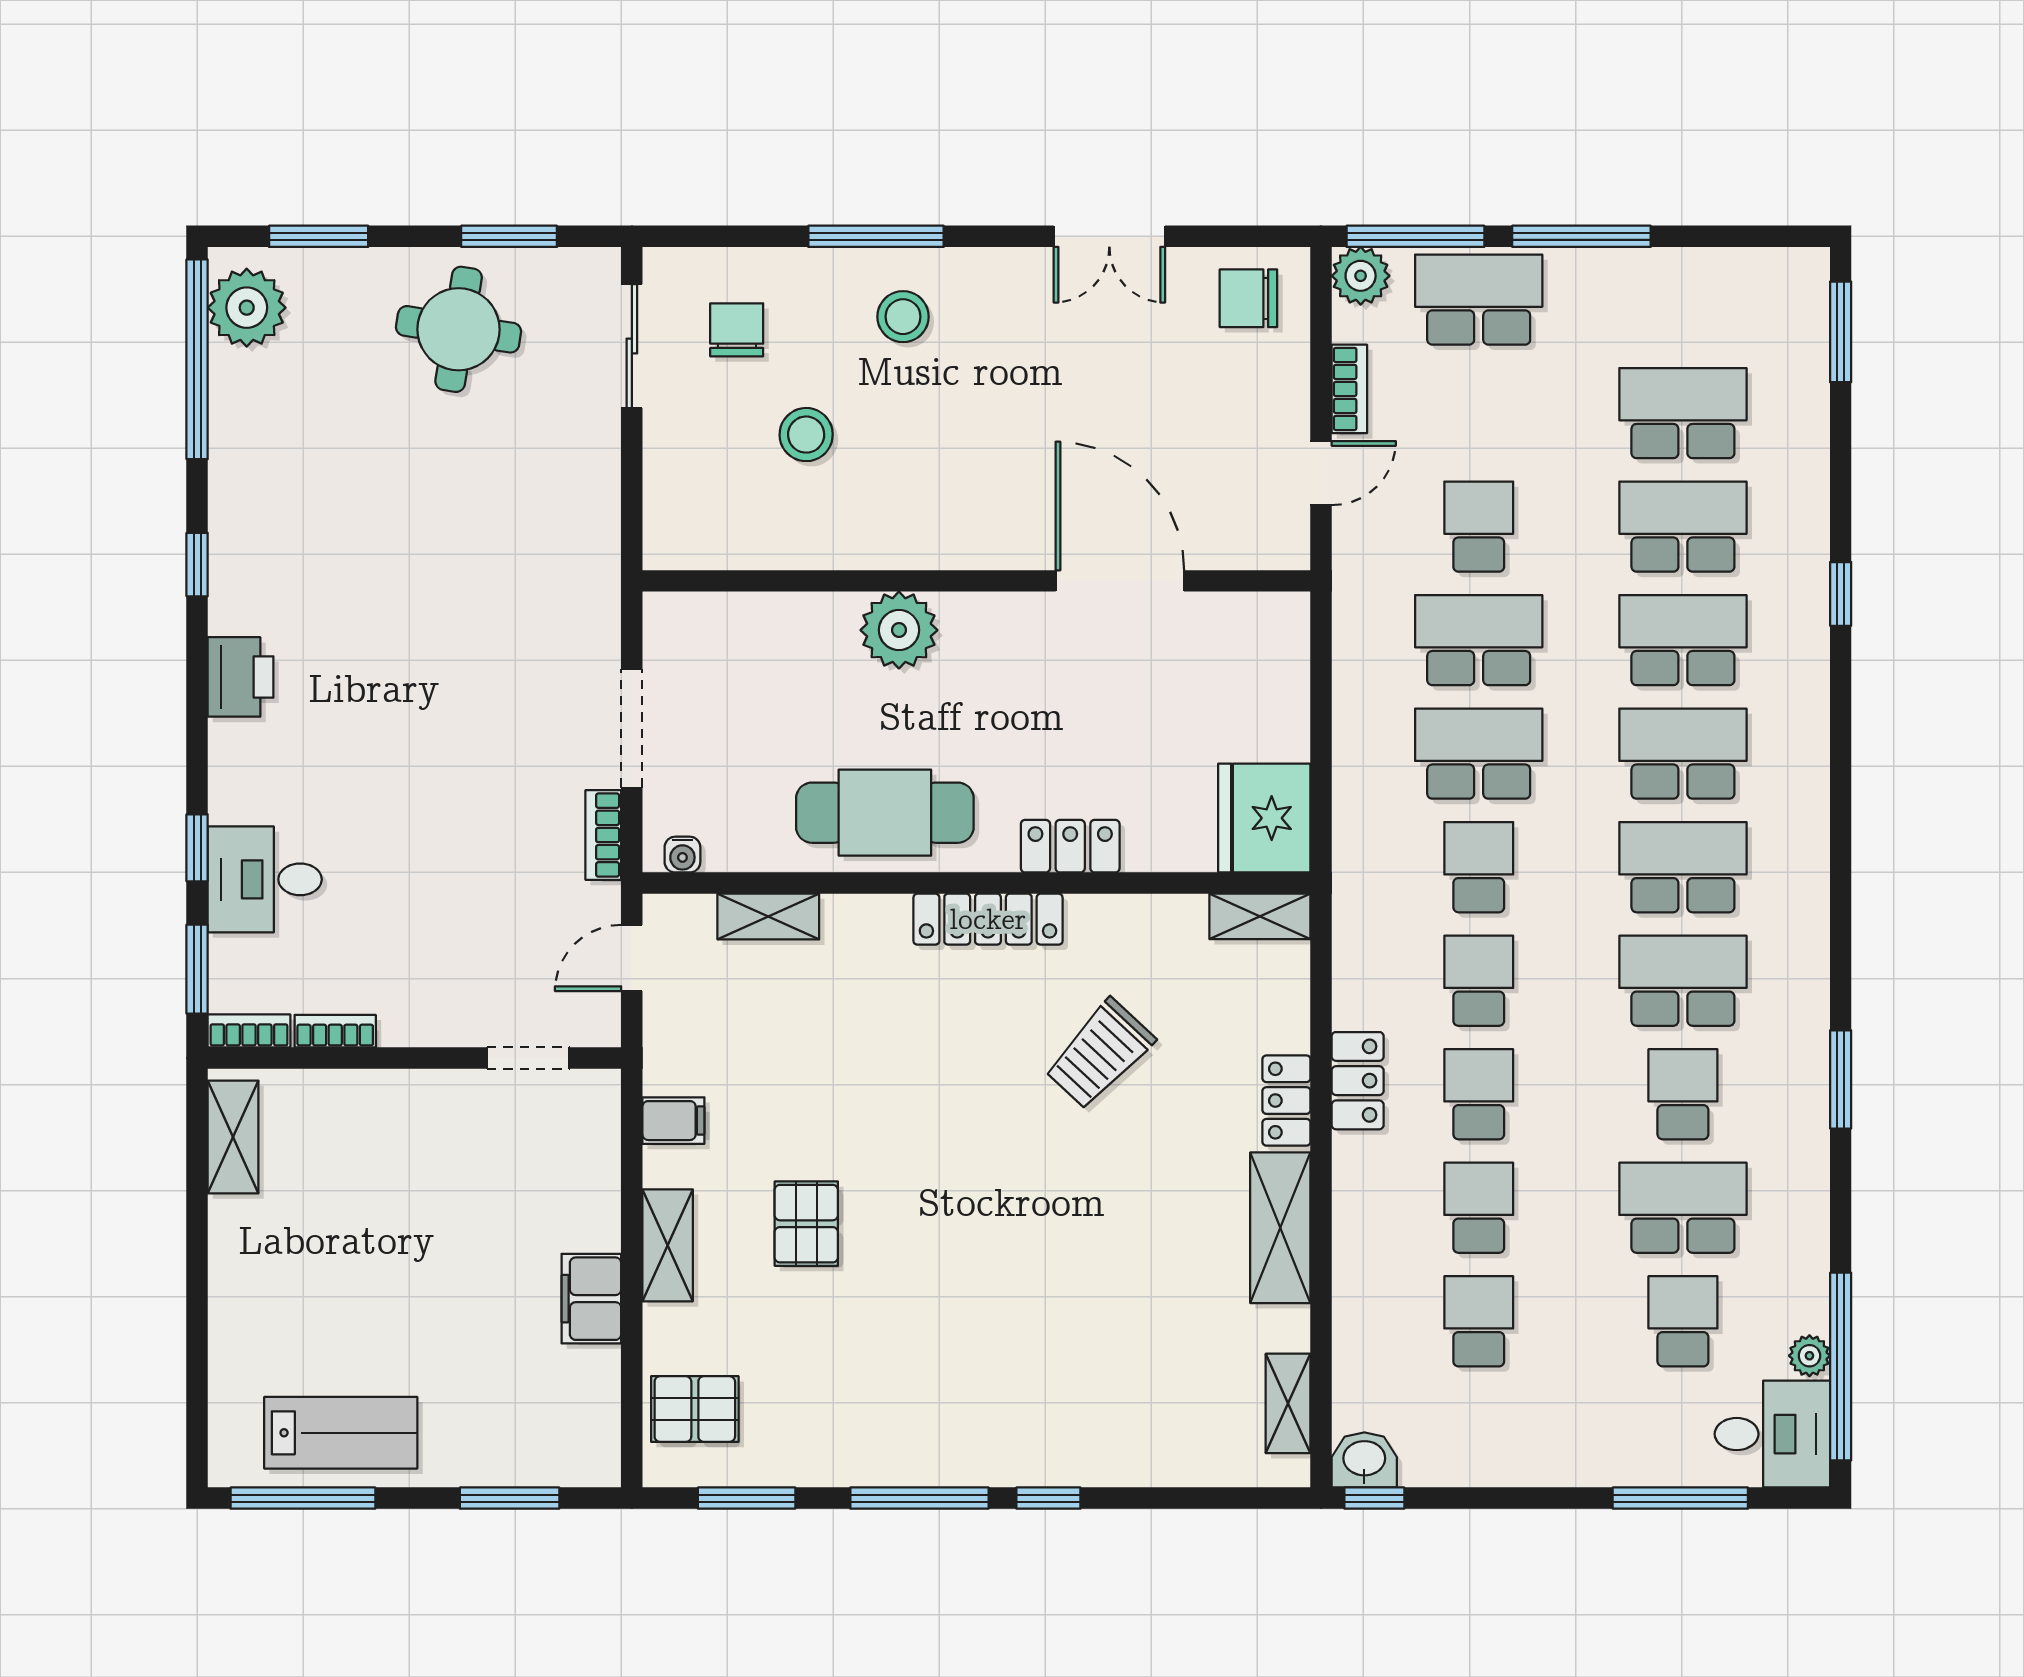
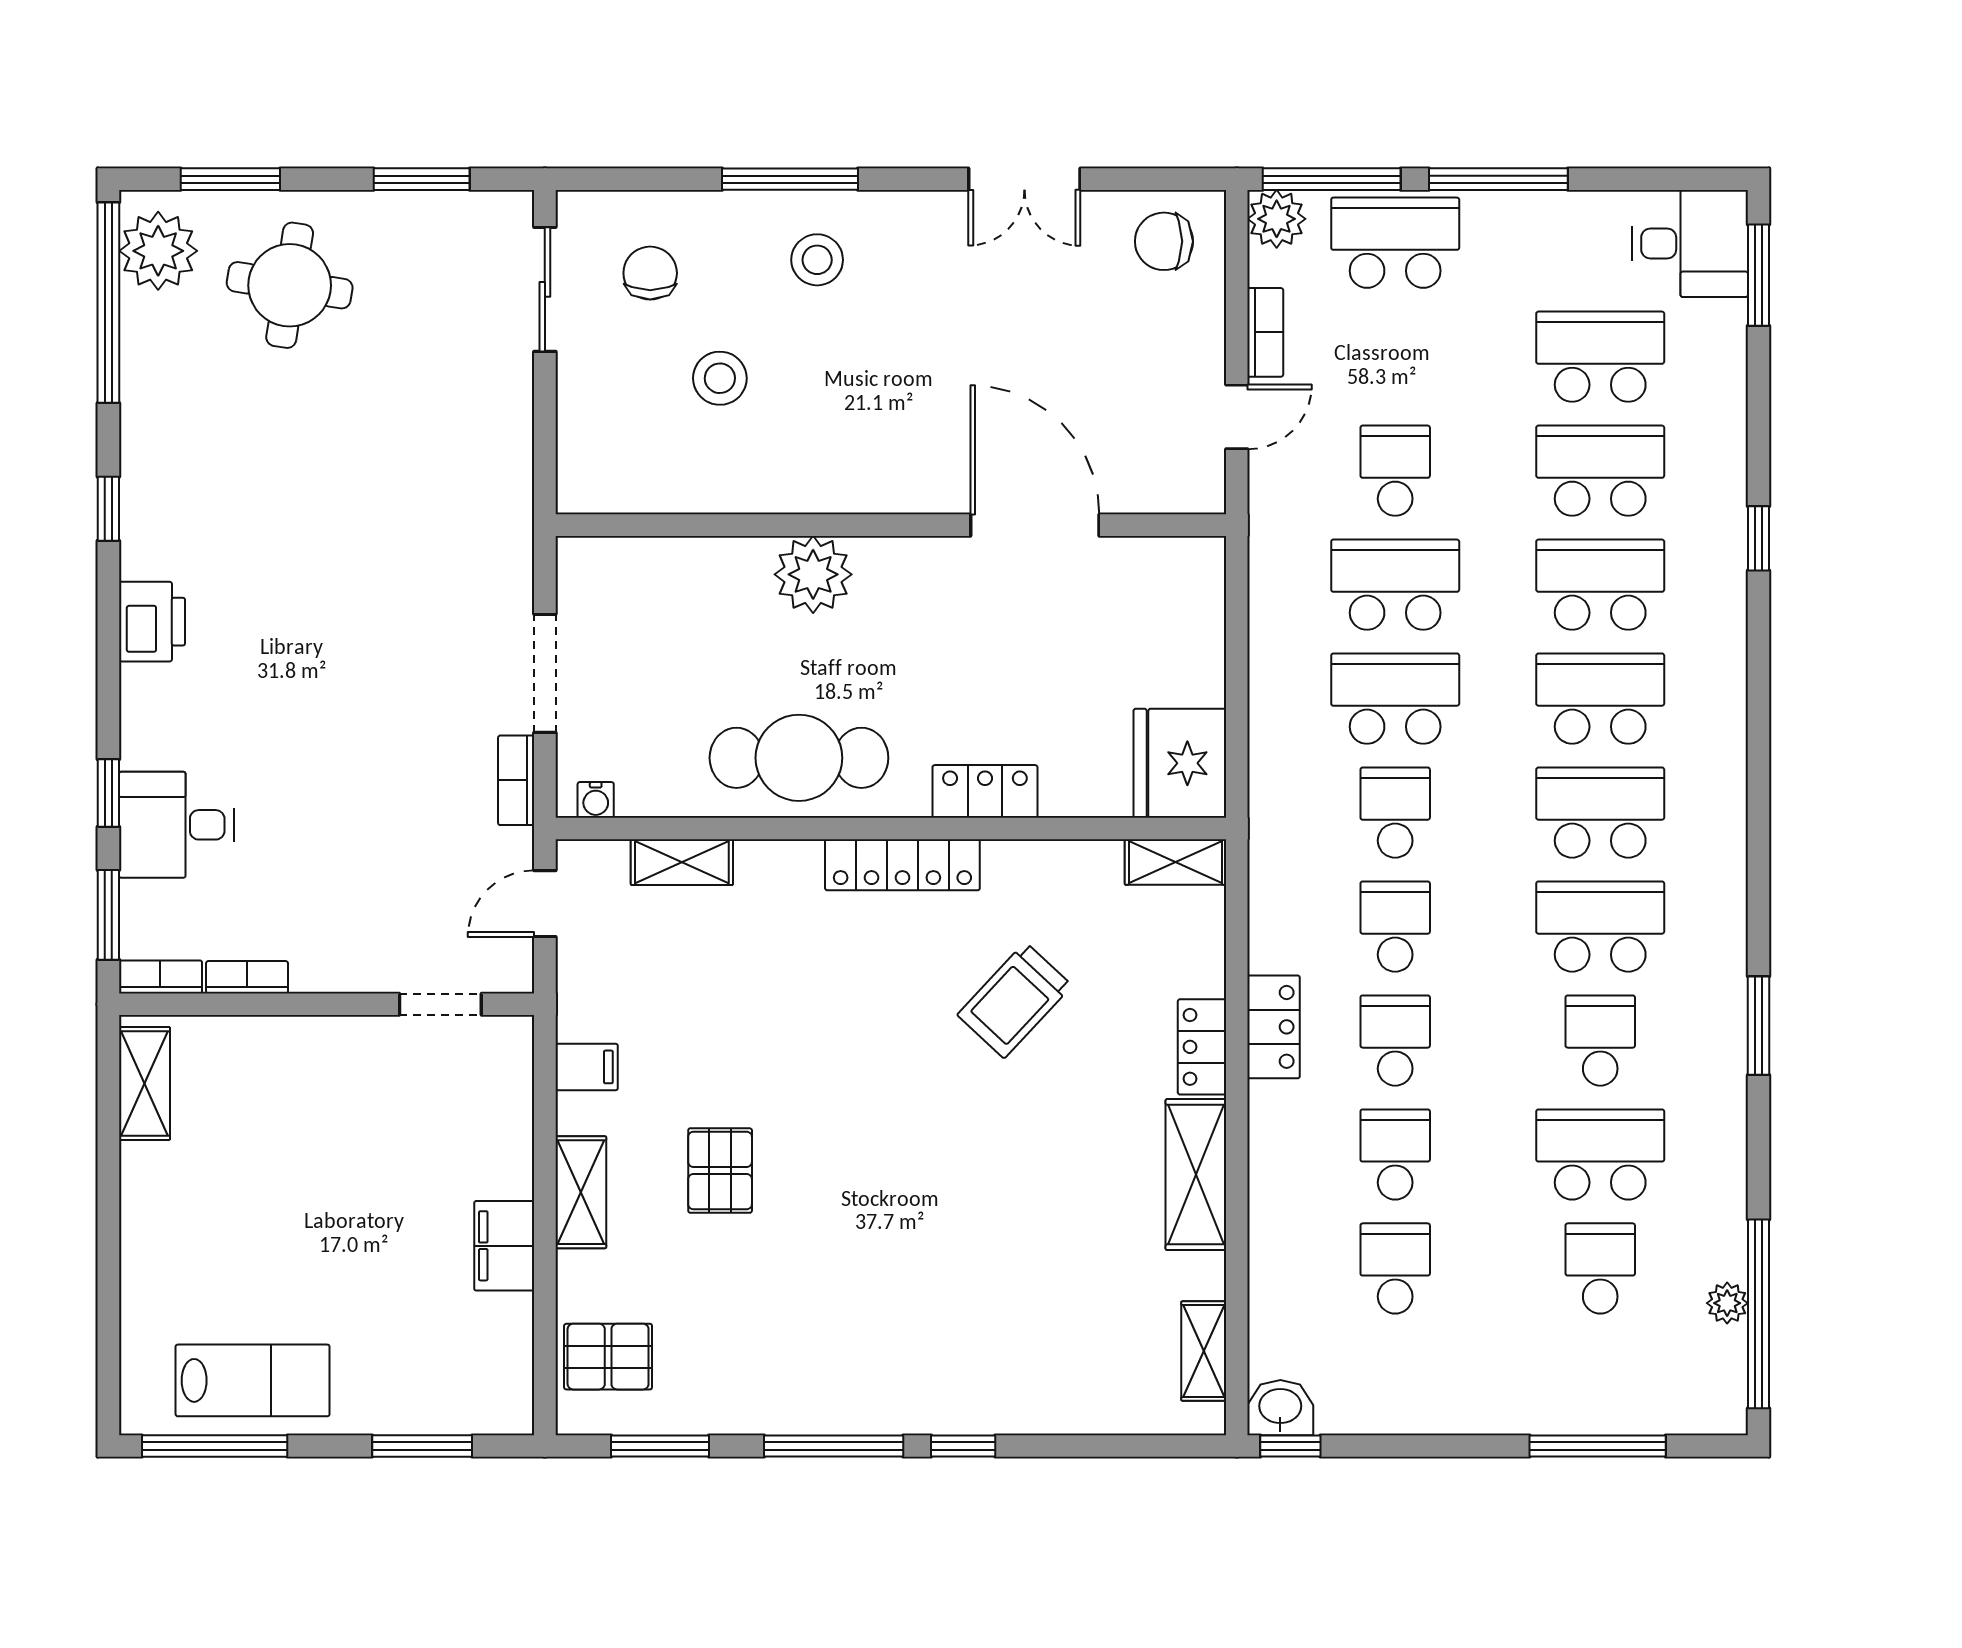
round table: (459, 329) -> (290, 285), moved
desk: (1772, 1434) -> (1690, 243), moved

